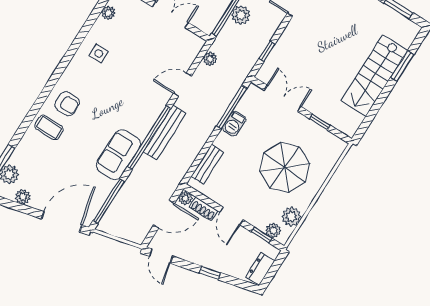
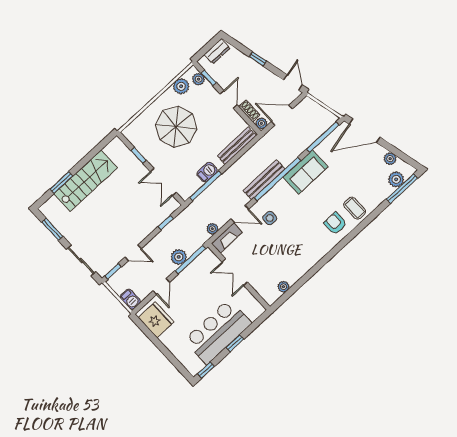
side table: (99, 53) -> (270, 218), moved
fireplace: (190, 53) -> (227, 238), added
bench: (207, 164) -> (237, 146), width x1.36

